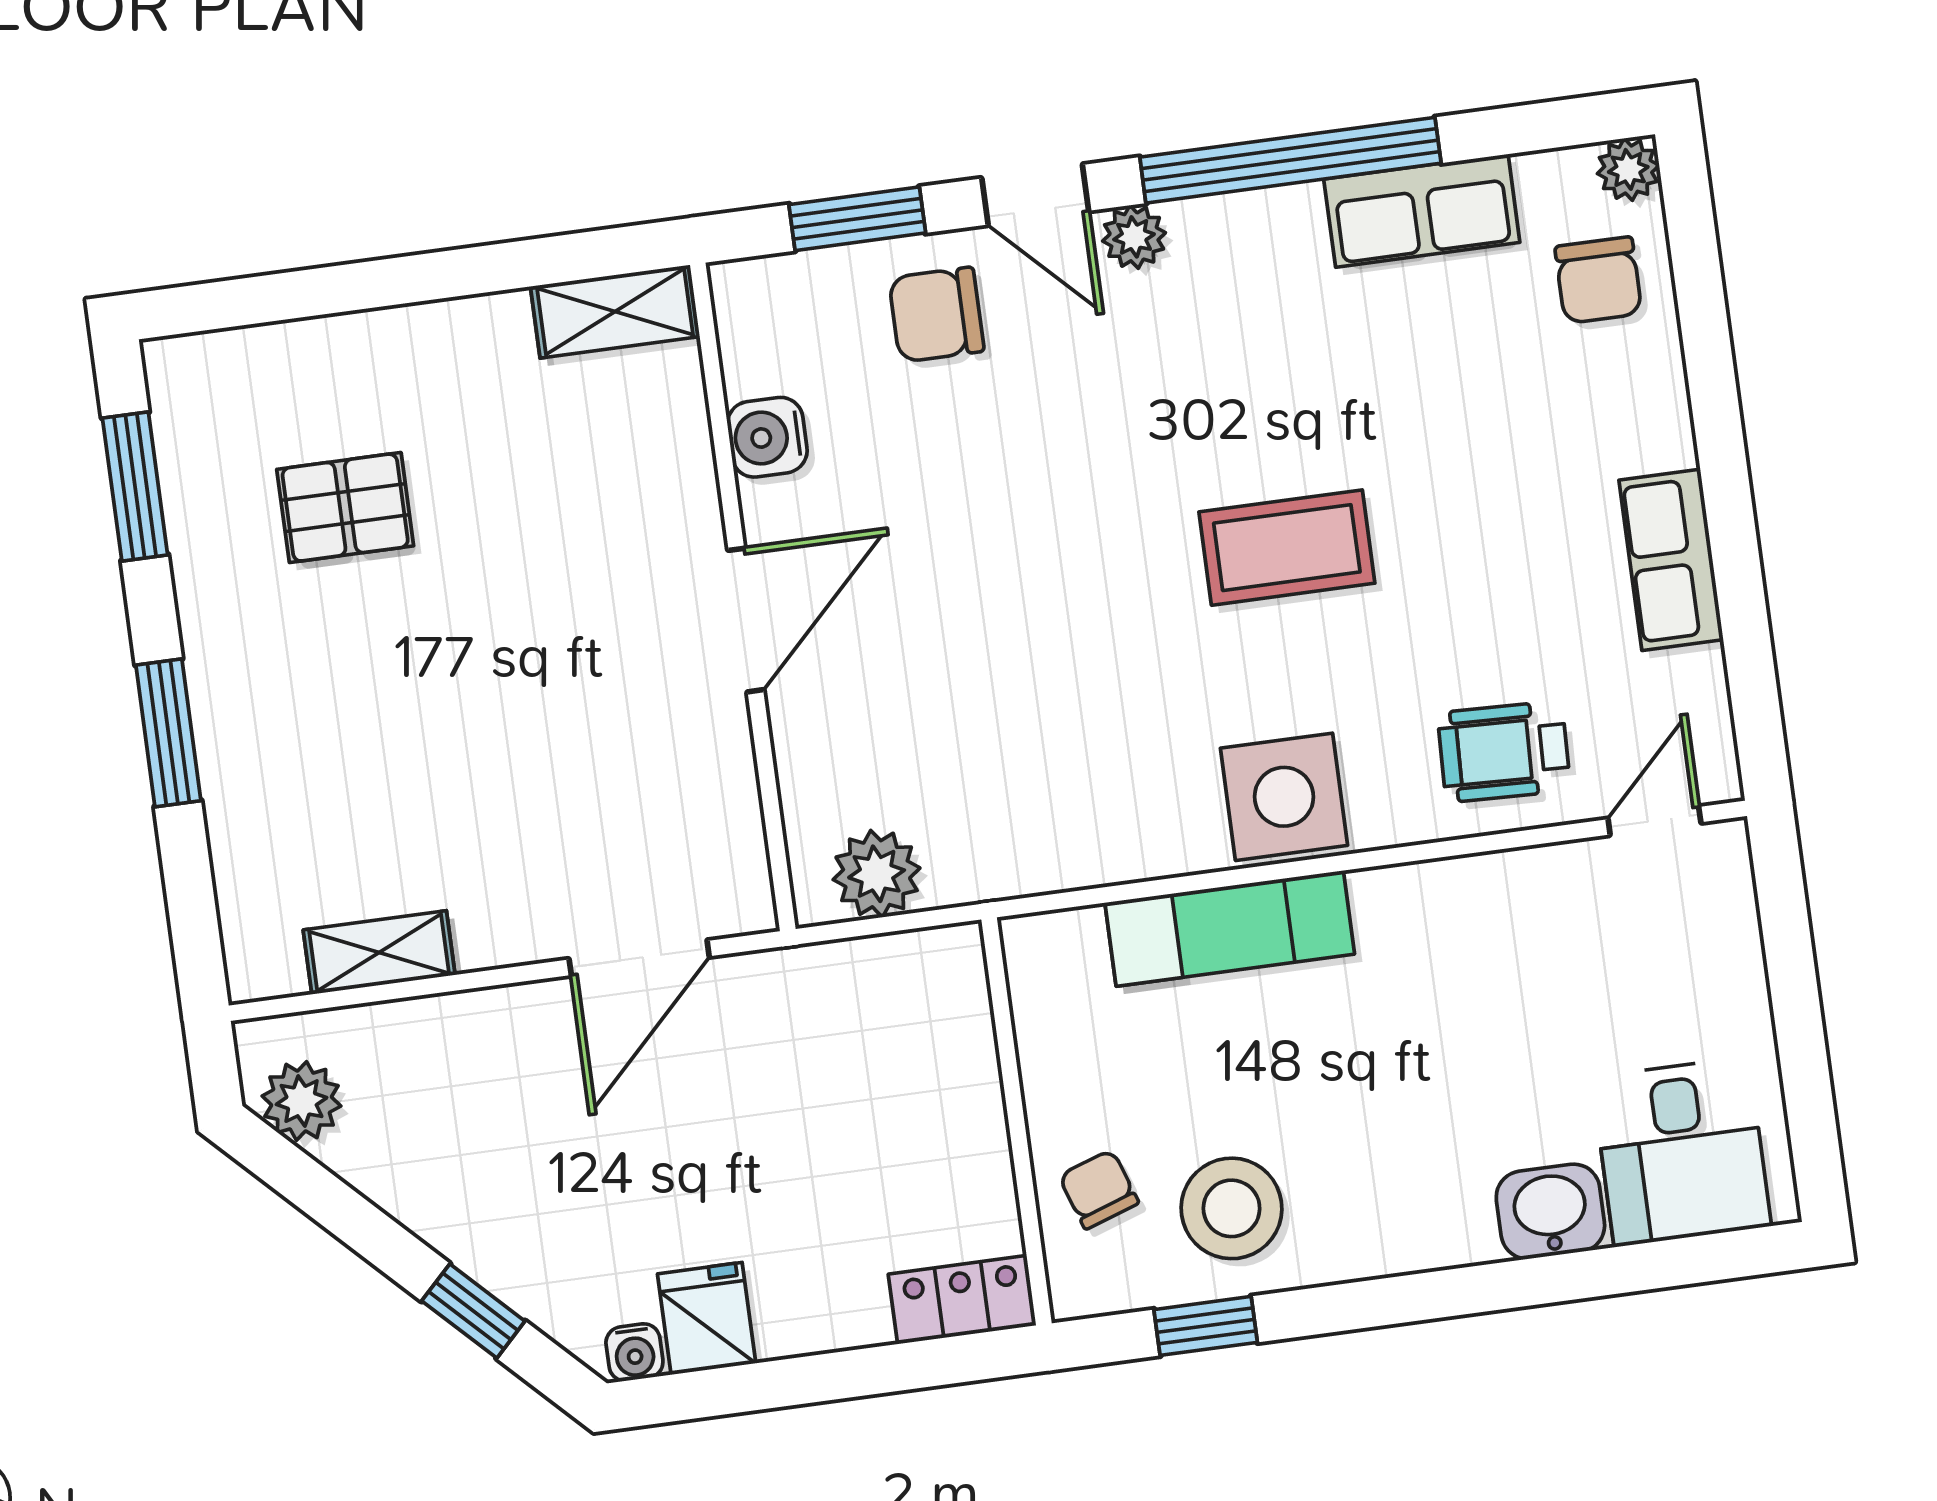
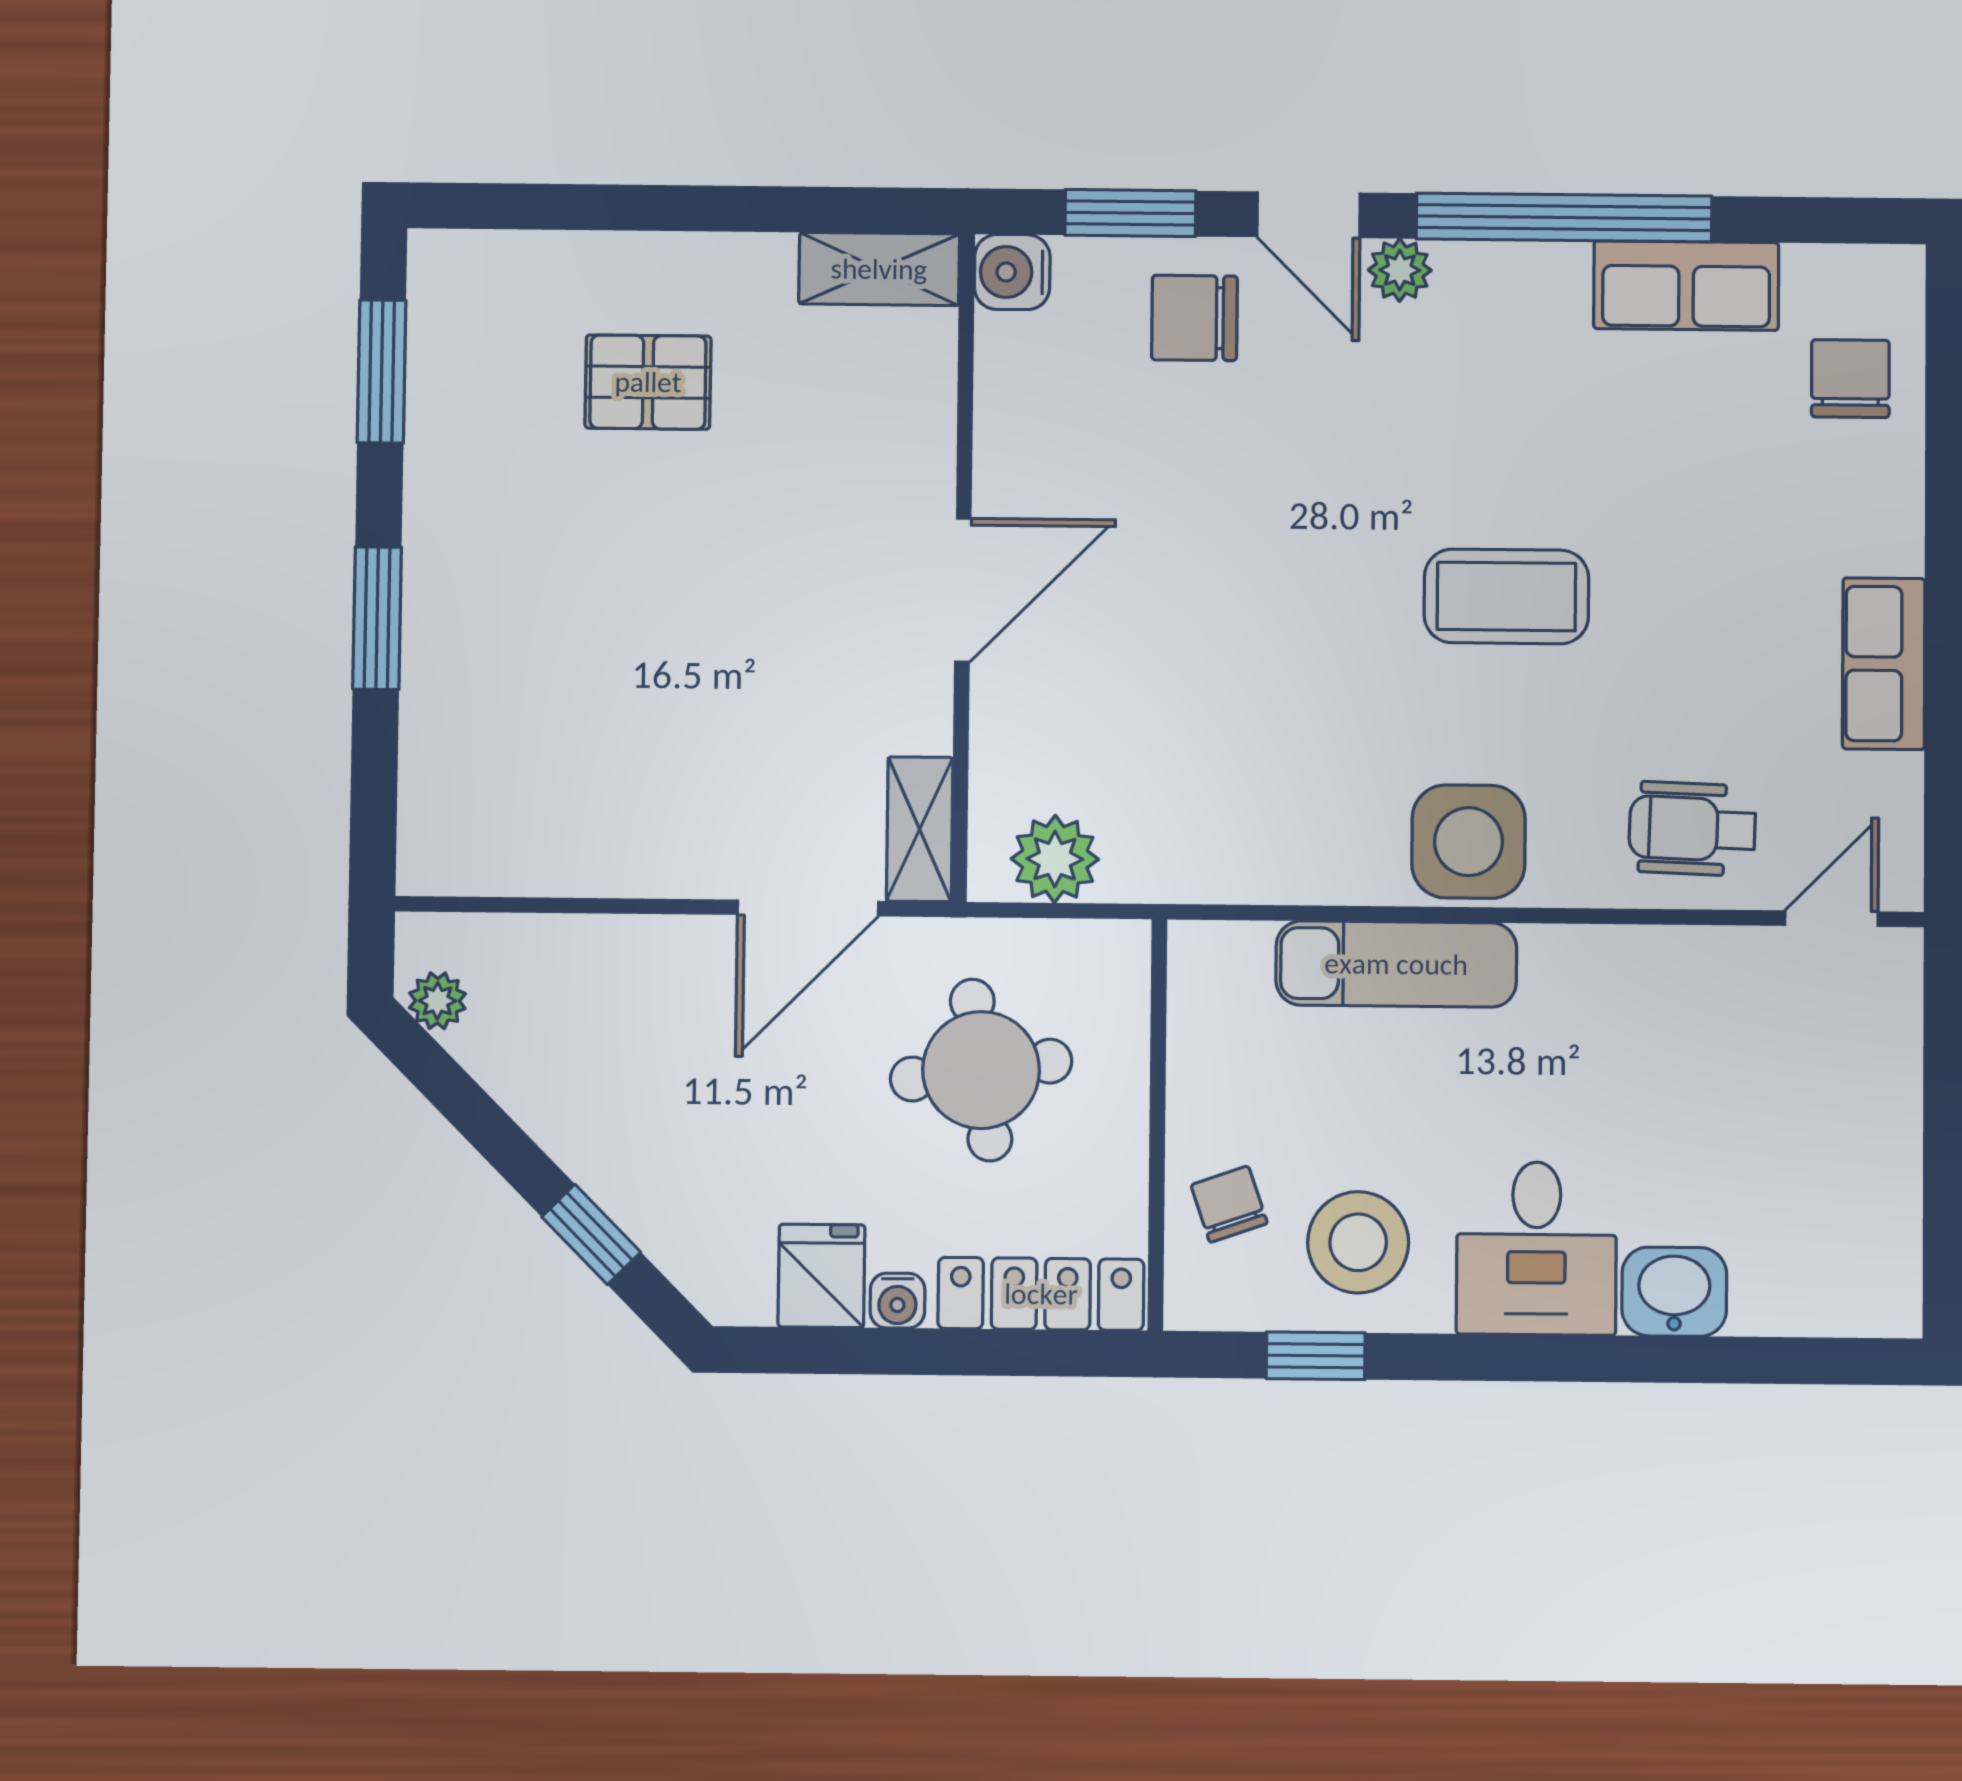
plant: (1628, 169) -> (1895, 275), removed
chair: (1598, 280) -> (1850, 379), turned 180
water cooler: (767, 437) -> (1012, 272), moved
pallet: (345, 508) -> (648, 382), moved
shelving: (379, 952) -> (920, 829), moved, turned 90
round table: (834, 1093) -> (981, 1070), added
plant: (302, 1101) -> (437, 1001), width x0.73, depth x0.73
desk: (1681, 1152) -> (1536, 1248), moved
locker: (962, 1300) -> (1041, 1294), width x1.53
water cooler: (634, 1352) -> (897, 1301), moved

